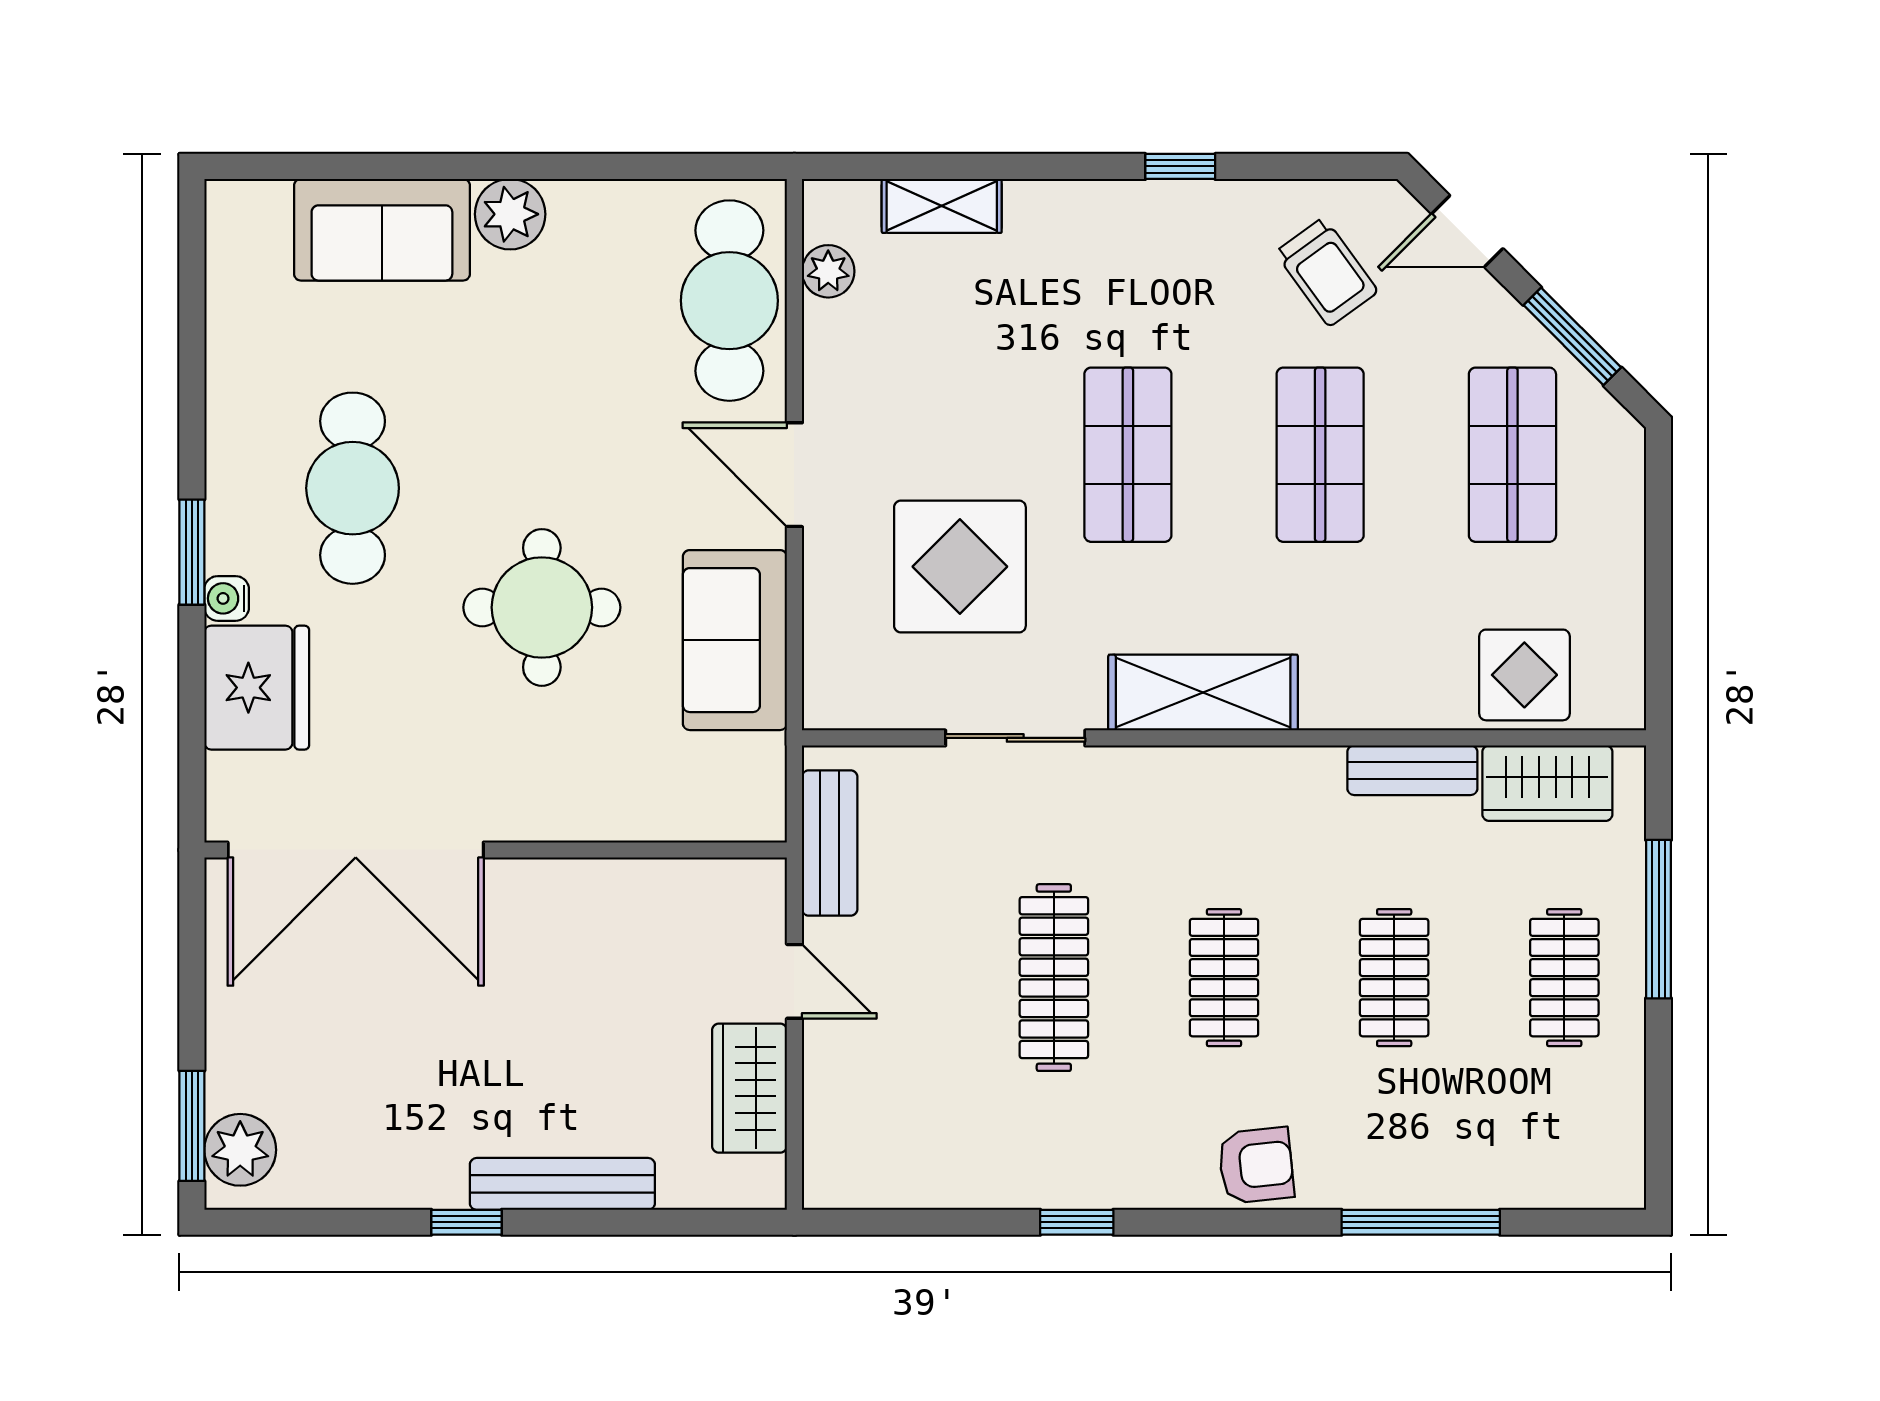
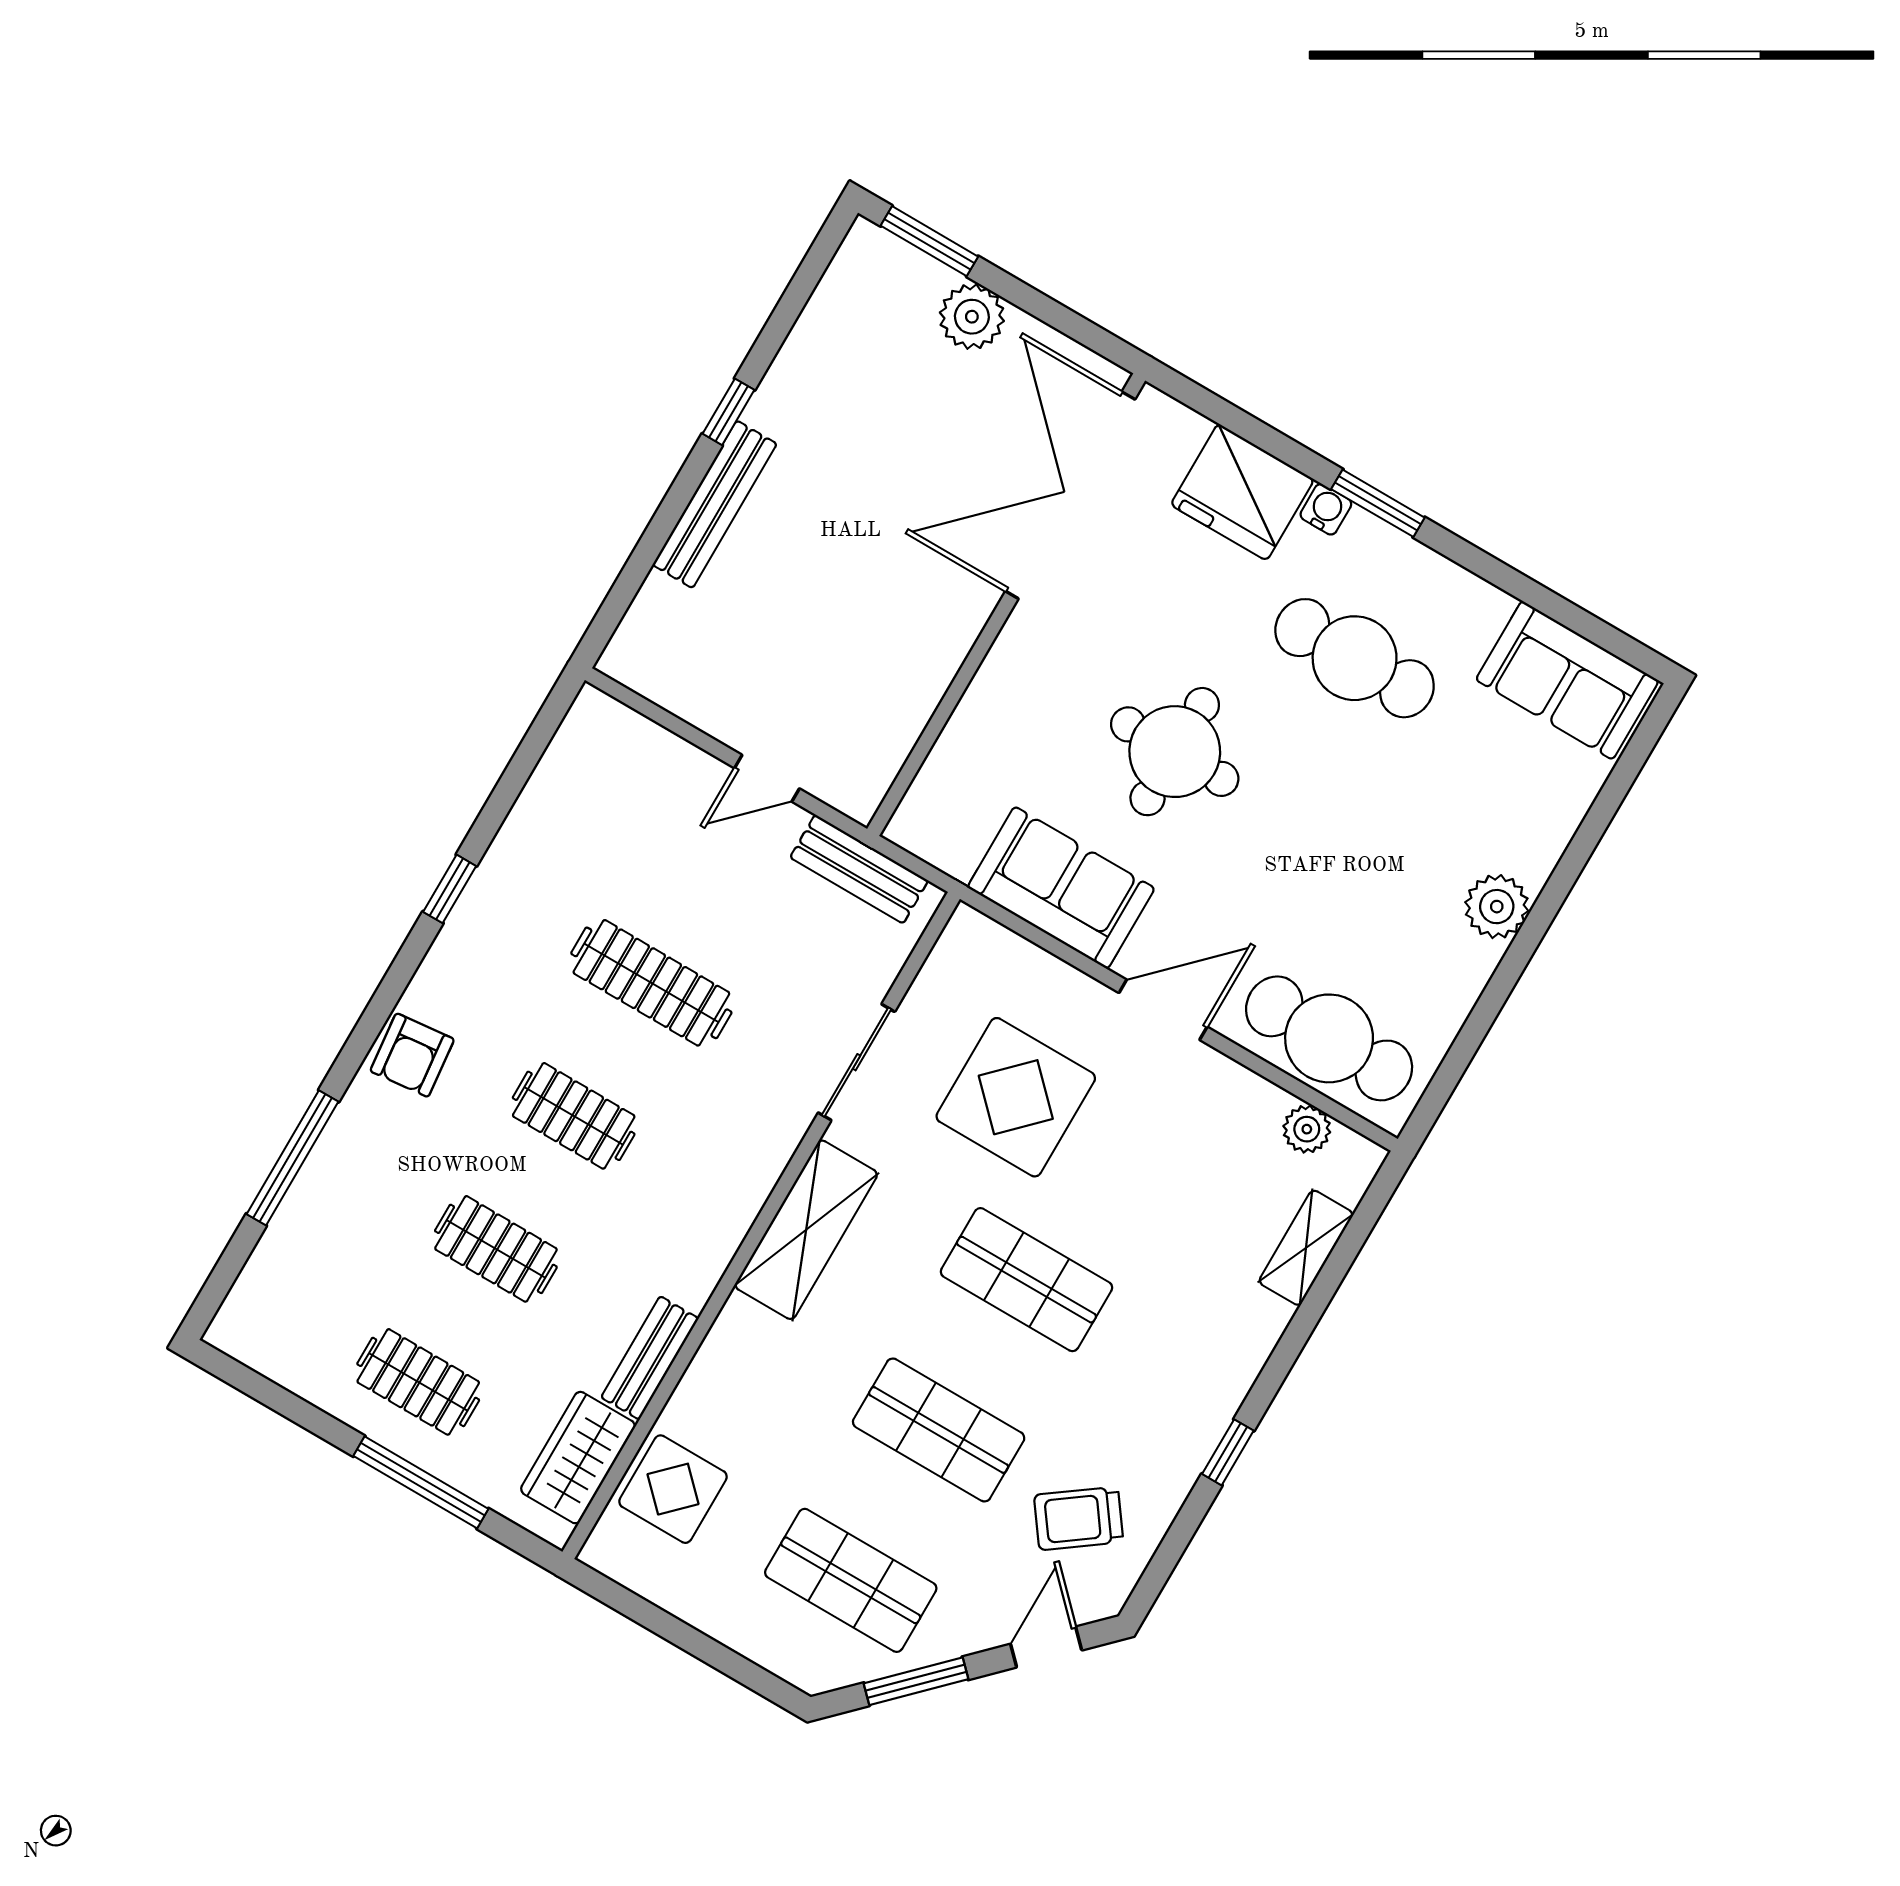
sofa: (382, 230) -> (1567, 680), moved, turned -90
wardrobe: (750, 1088) -> (704, 694), removed
plant: (240, 1150) -> (972, 317), moved

